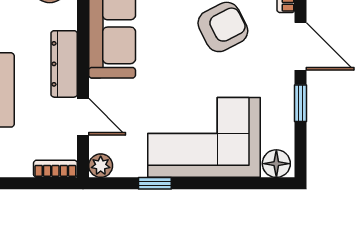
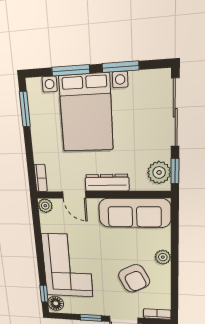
door: (83, 117) -> (74, 195), hinge flipped
window: (155, 183) -> (44, 294), moved

